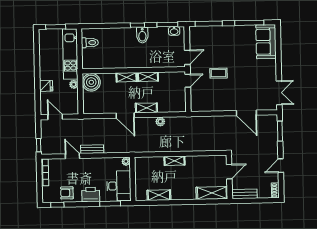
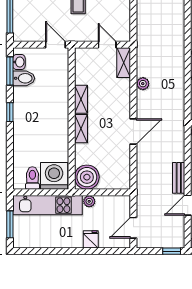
bidet: (142, 35) -> (24, 78), moved
washing machine: (92, 58) -> (54, 176), added
door: (188, 81) -> (107, 45), moved
shelving: (146, 108) -> (124, 63), moved

